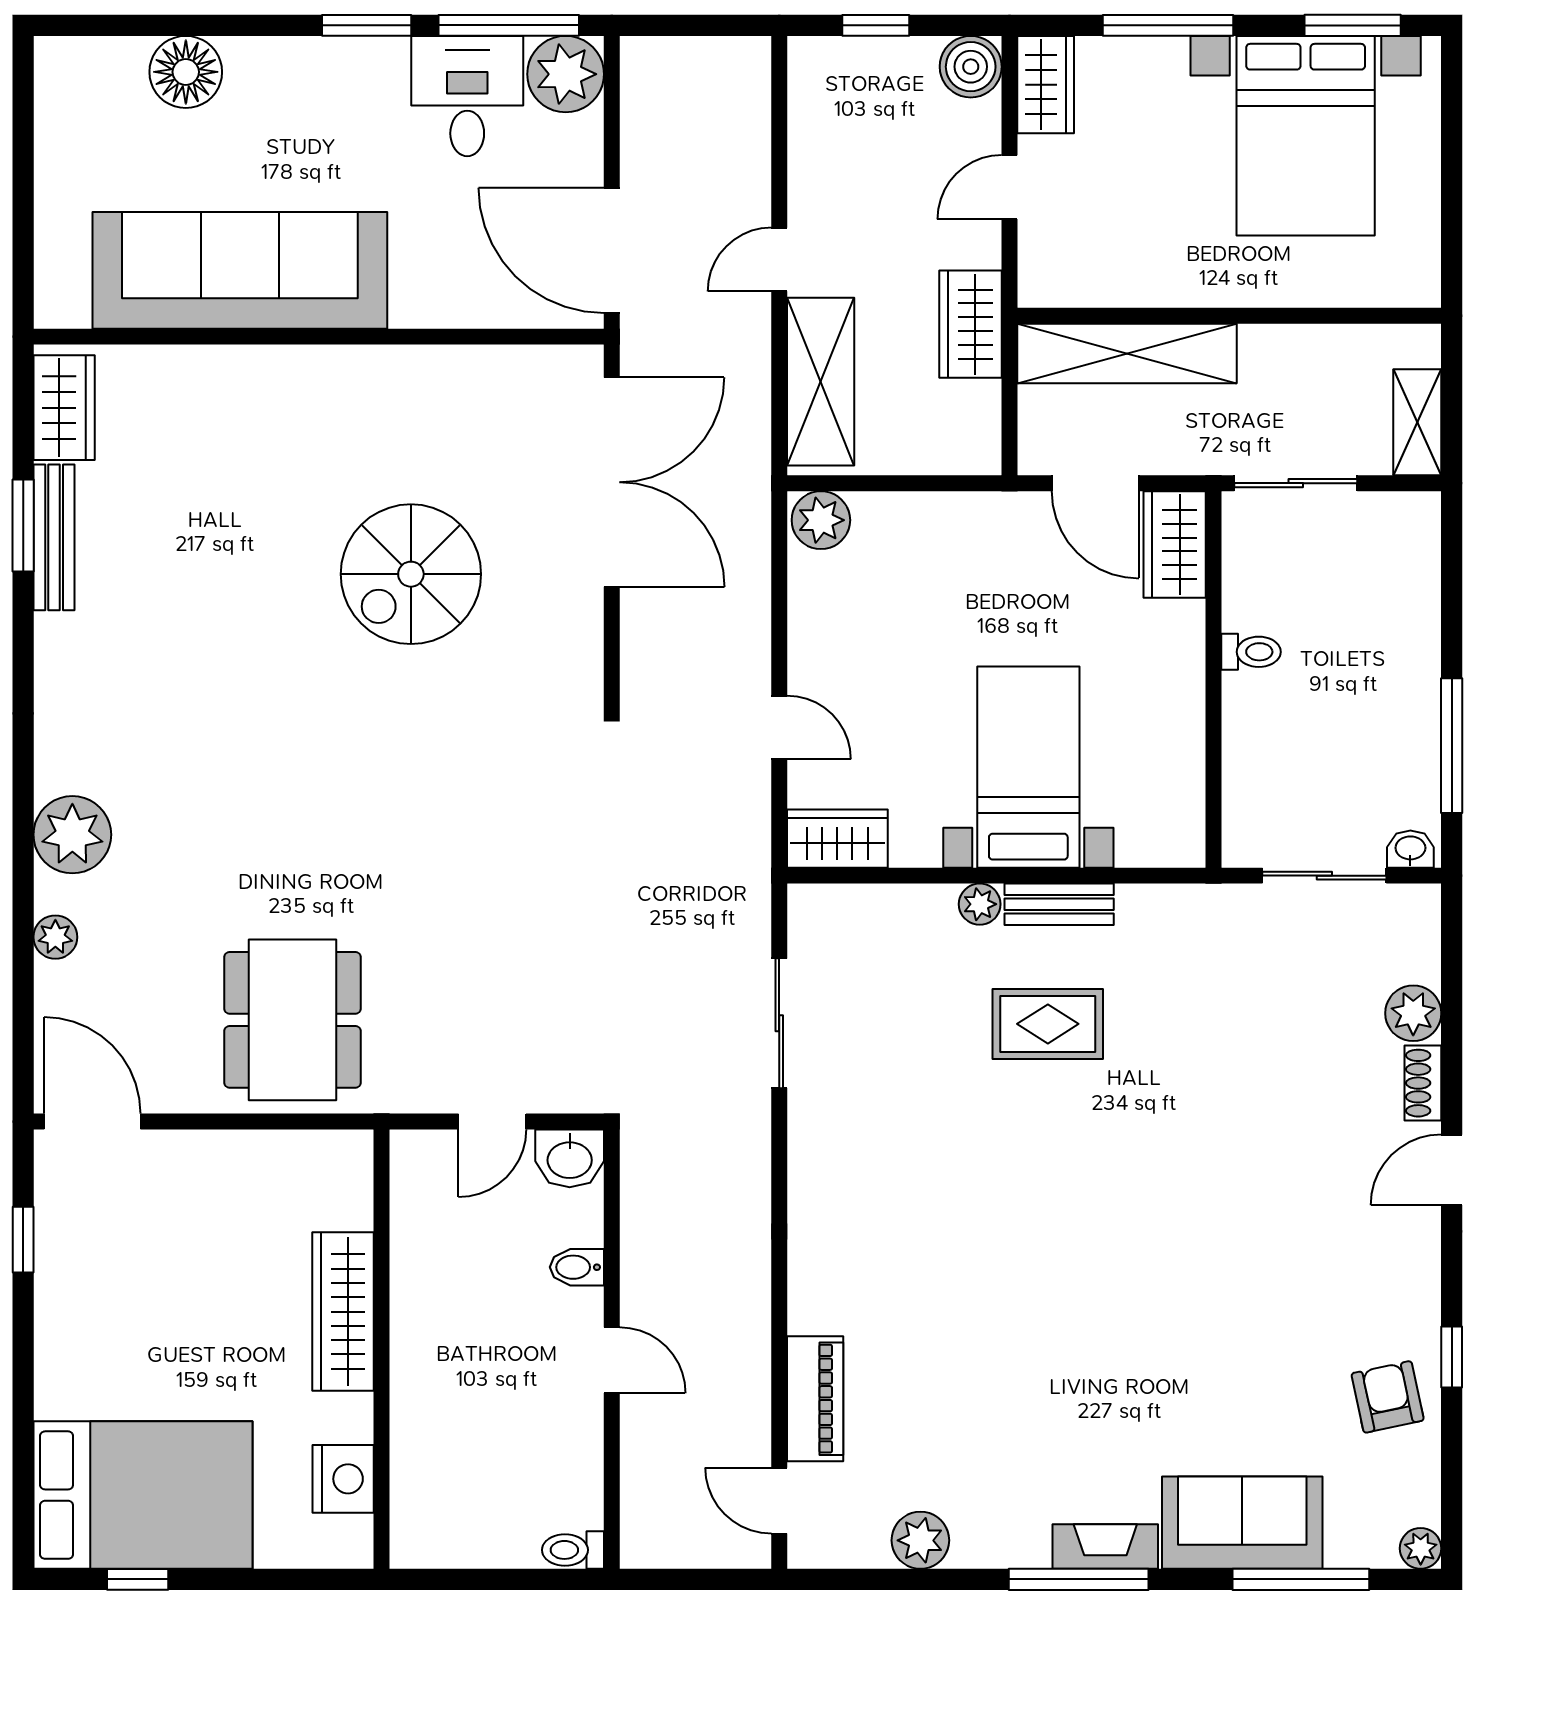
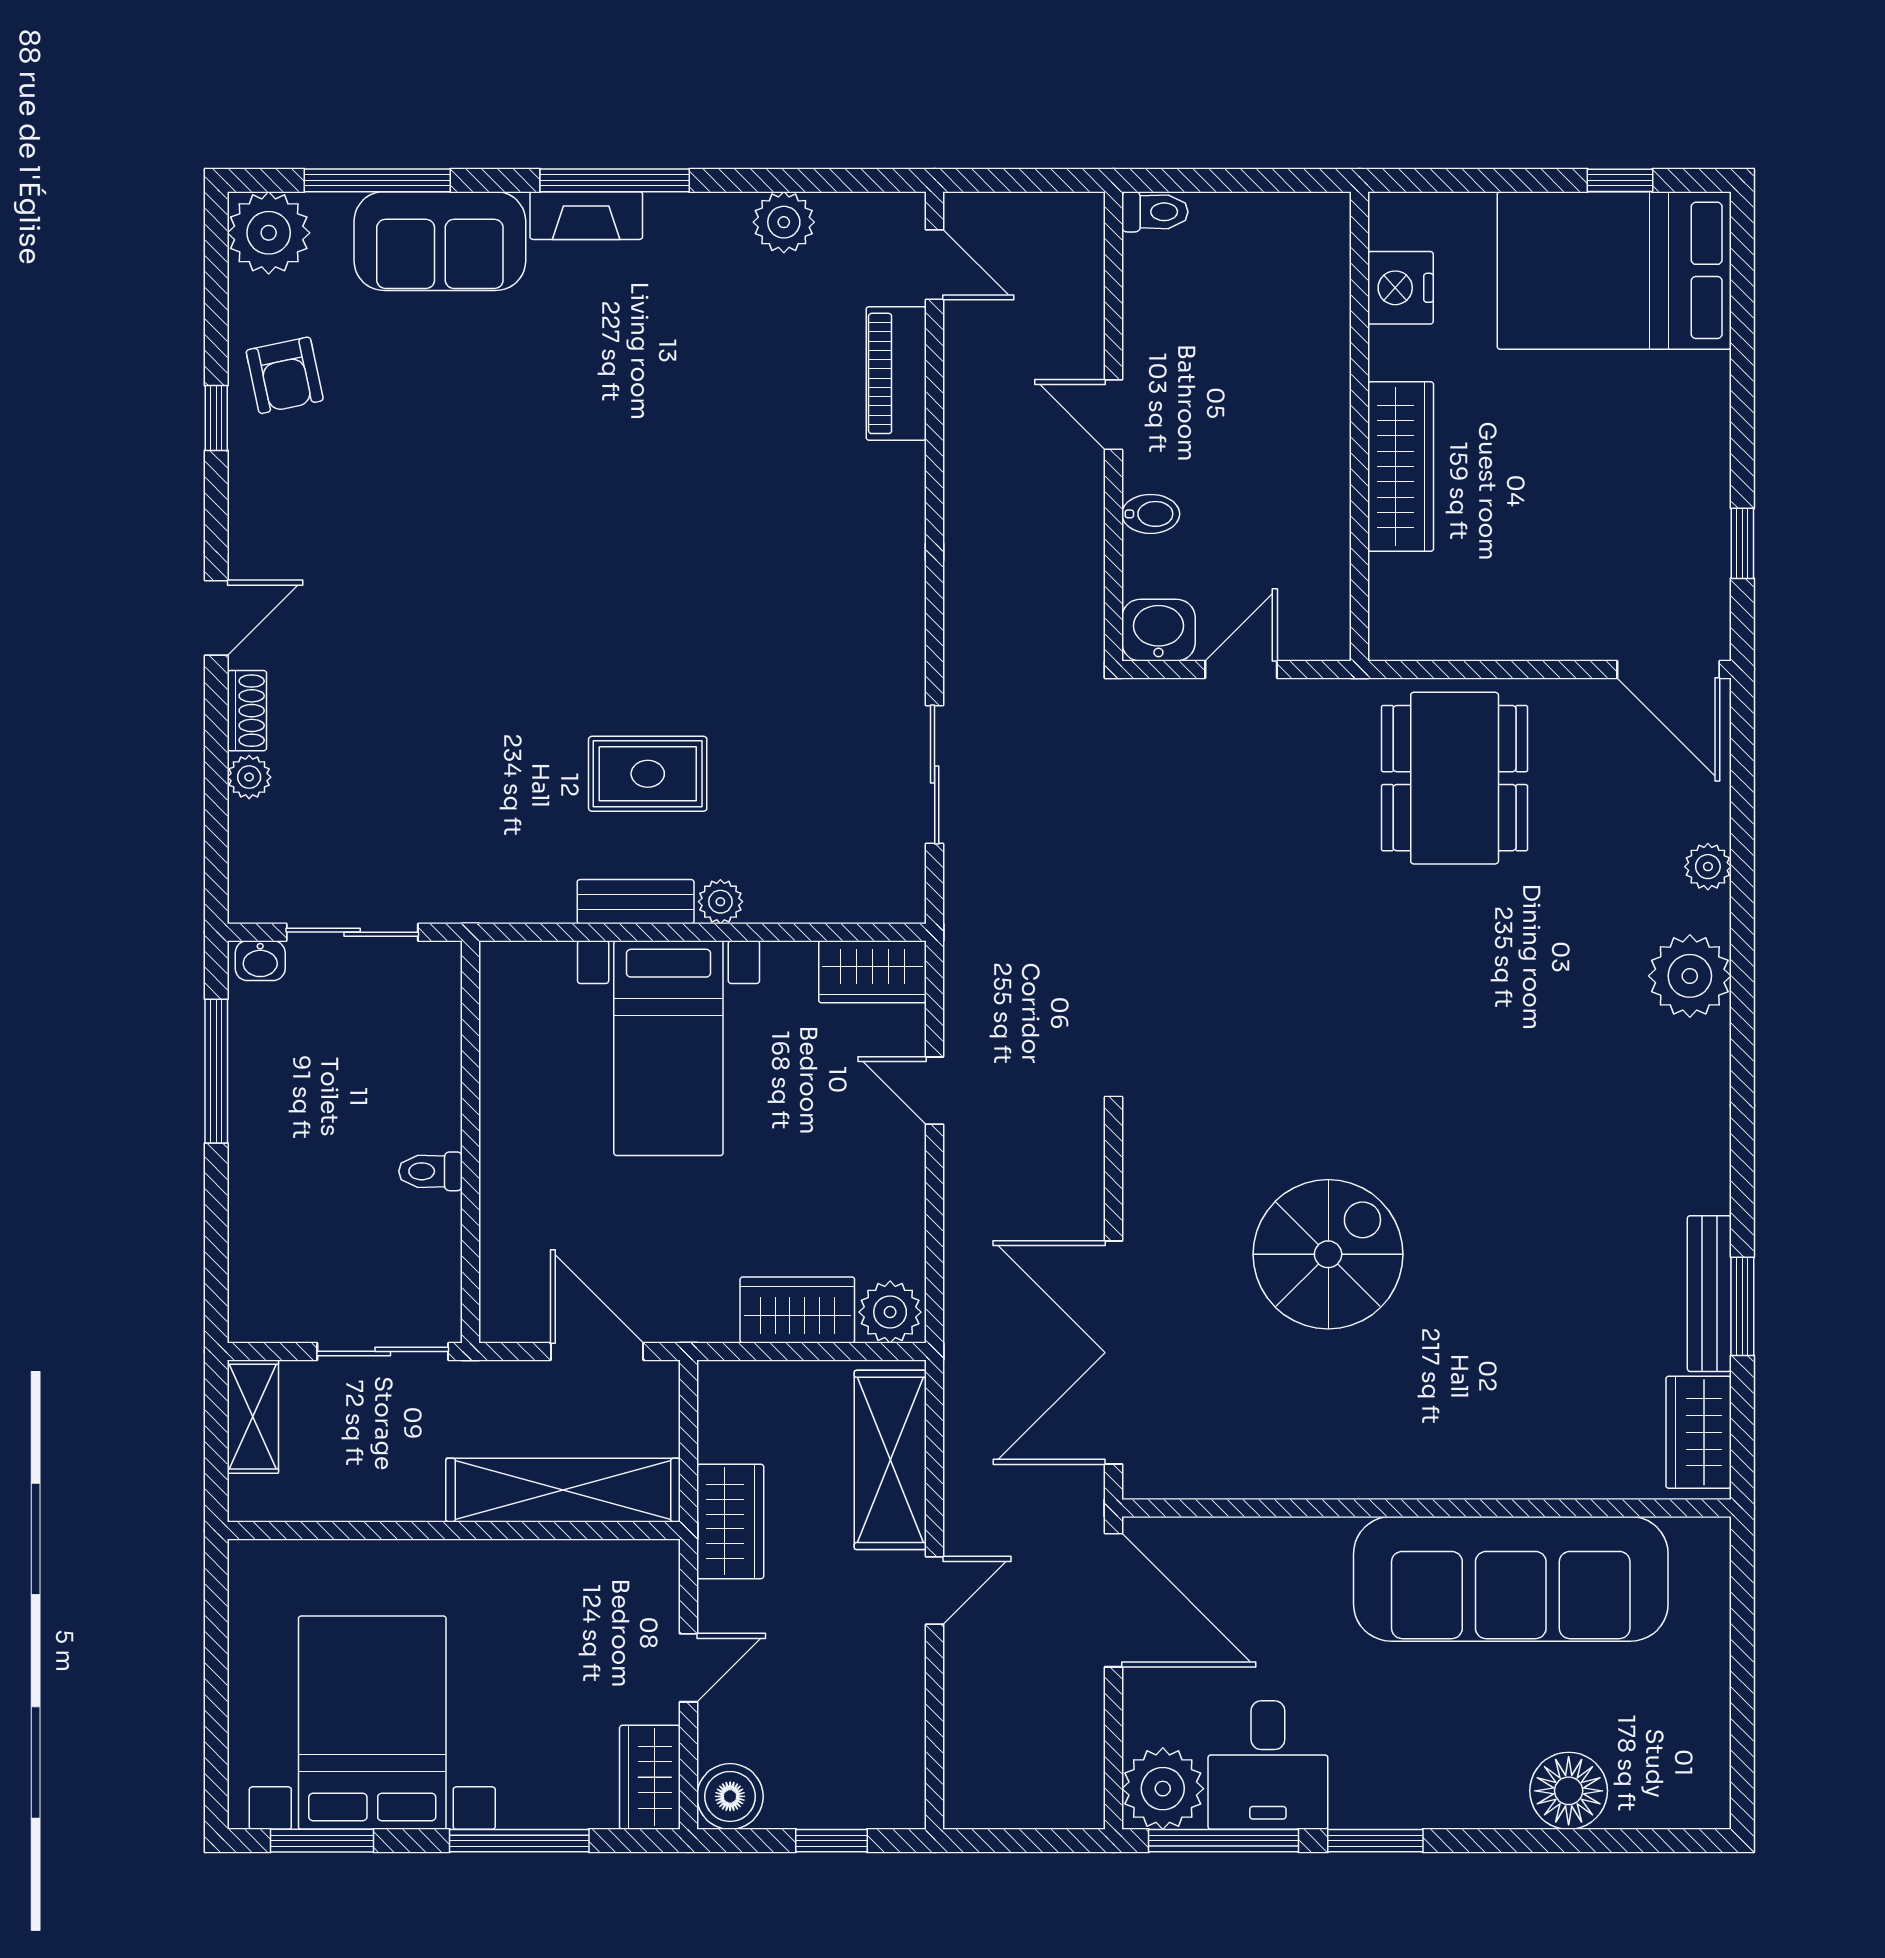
wardrobe: (1175, 545) -> (797, 1310), moved, turned -90
plant: (1413, 1013) -> (249, 777), width x0.73, depth x0.73
plant: (1421, 1548) -> (269, 233), width x1.88, depth x1.88

